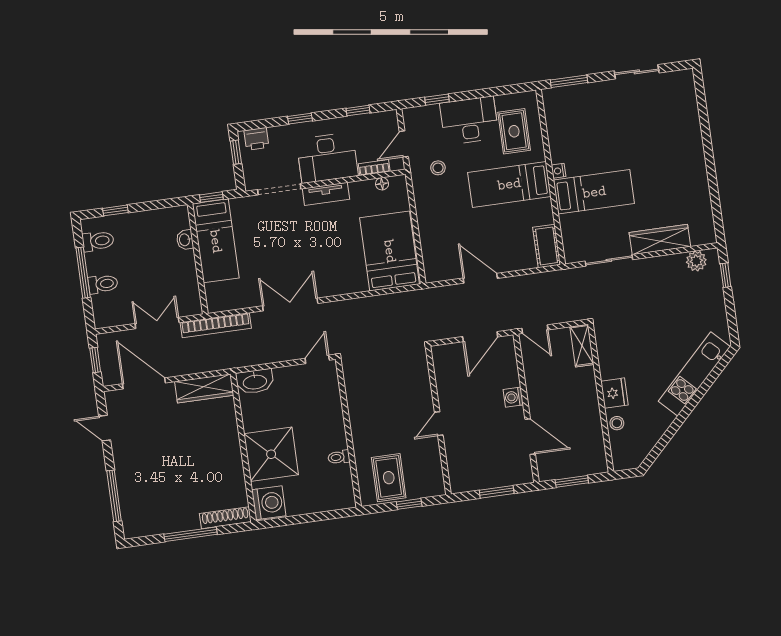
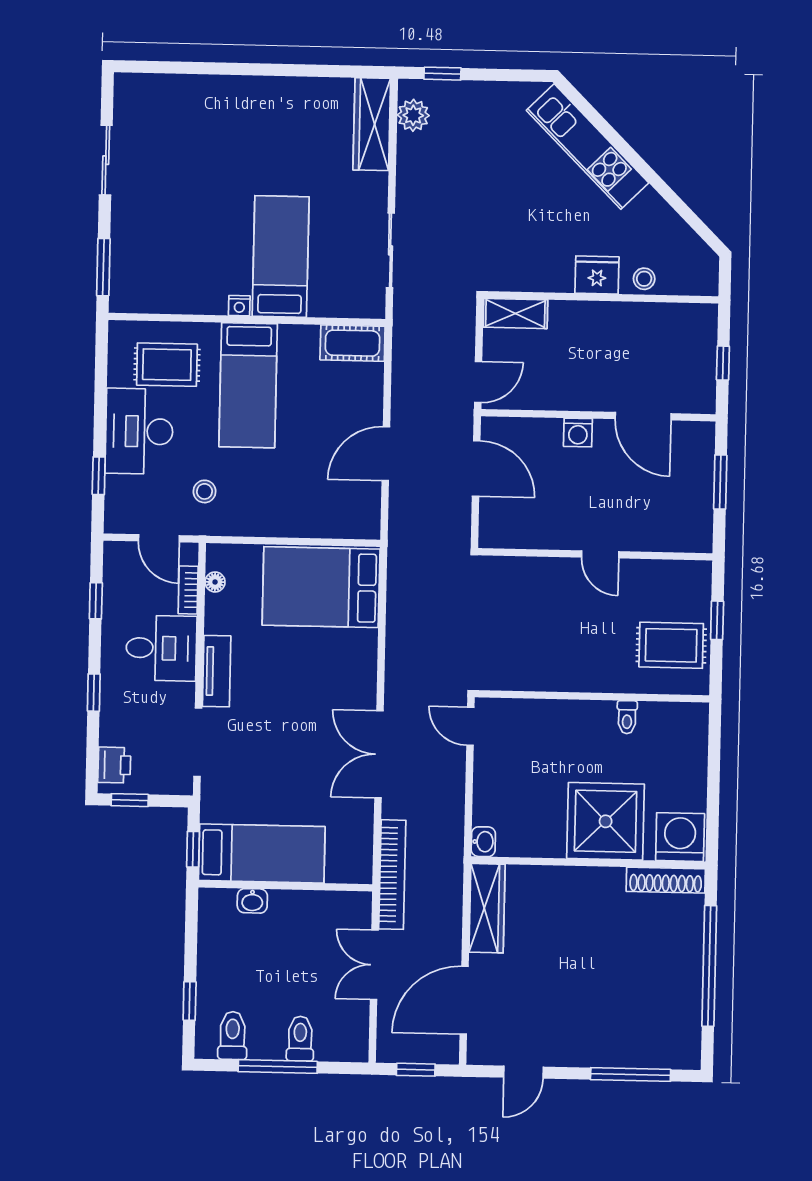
desk: (327, 158) -> (161, 648), width x0.73
wardrobe: (660, 239) -> (372, 124), moved
washbasin: (255, 381) -> (483, 842), width x0.52, depth x0.69
door: (530, 437) -> (643, 416), swing flipped
window: (572, 481) -> (723, 363), width x0.67
shoe rack: (225, 518) -> (666, 880), moved, turned -90
window: (191, 534) -> (709, 966), width x1.46

